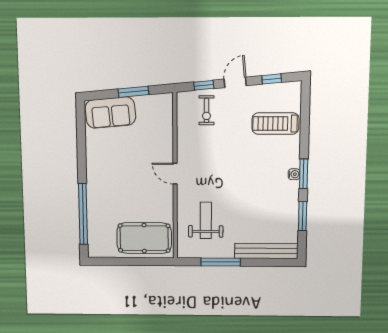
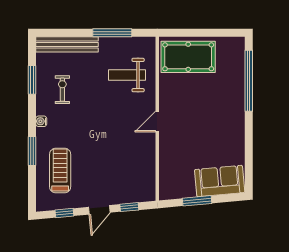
exercise bike: (206, 110) -> (62, 90), moved
treadmill: (275, 124) -> (60, 171), turned -90
door: (175, 174) -> (157, 122), swing flipped
window: (304, 174) -> (32, 151), moved
weight bench: (206, 220) -> (127, 75), turned 90

